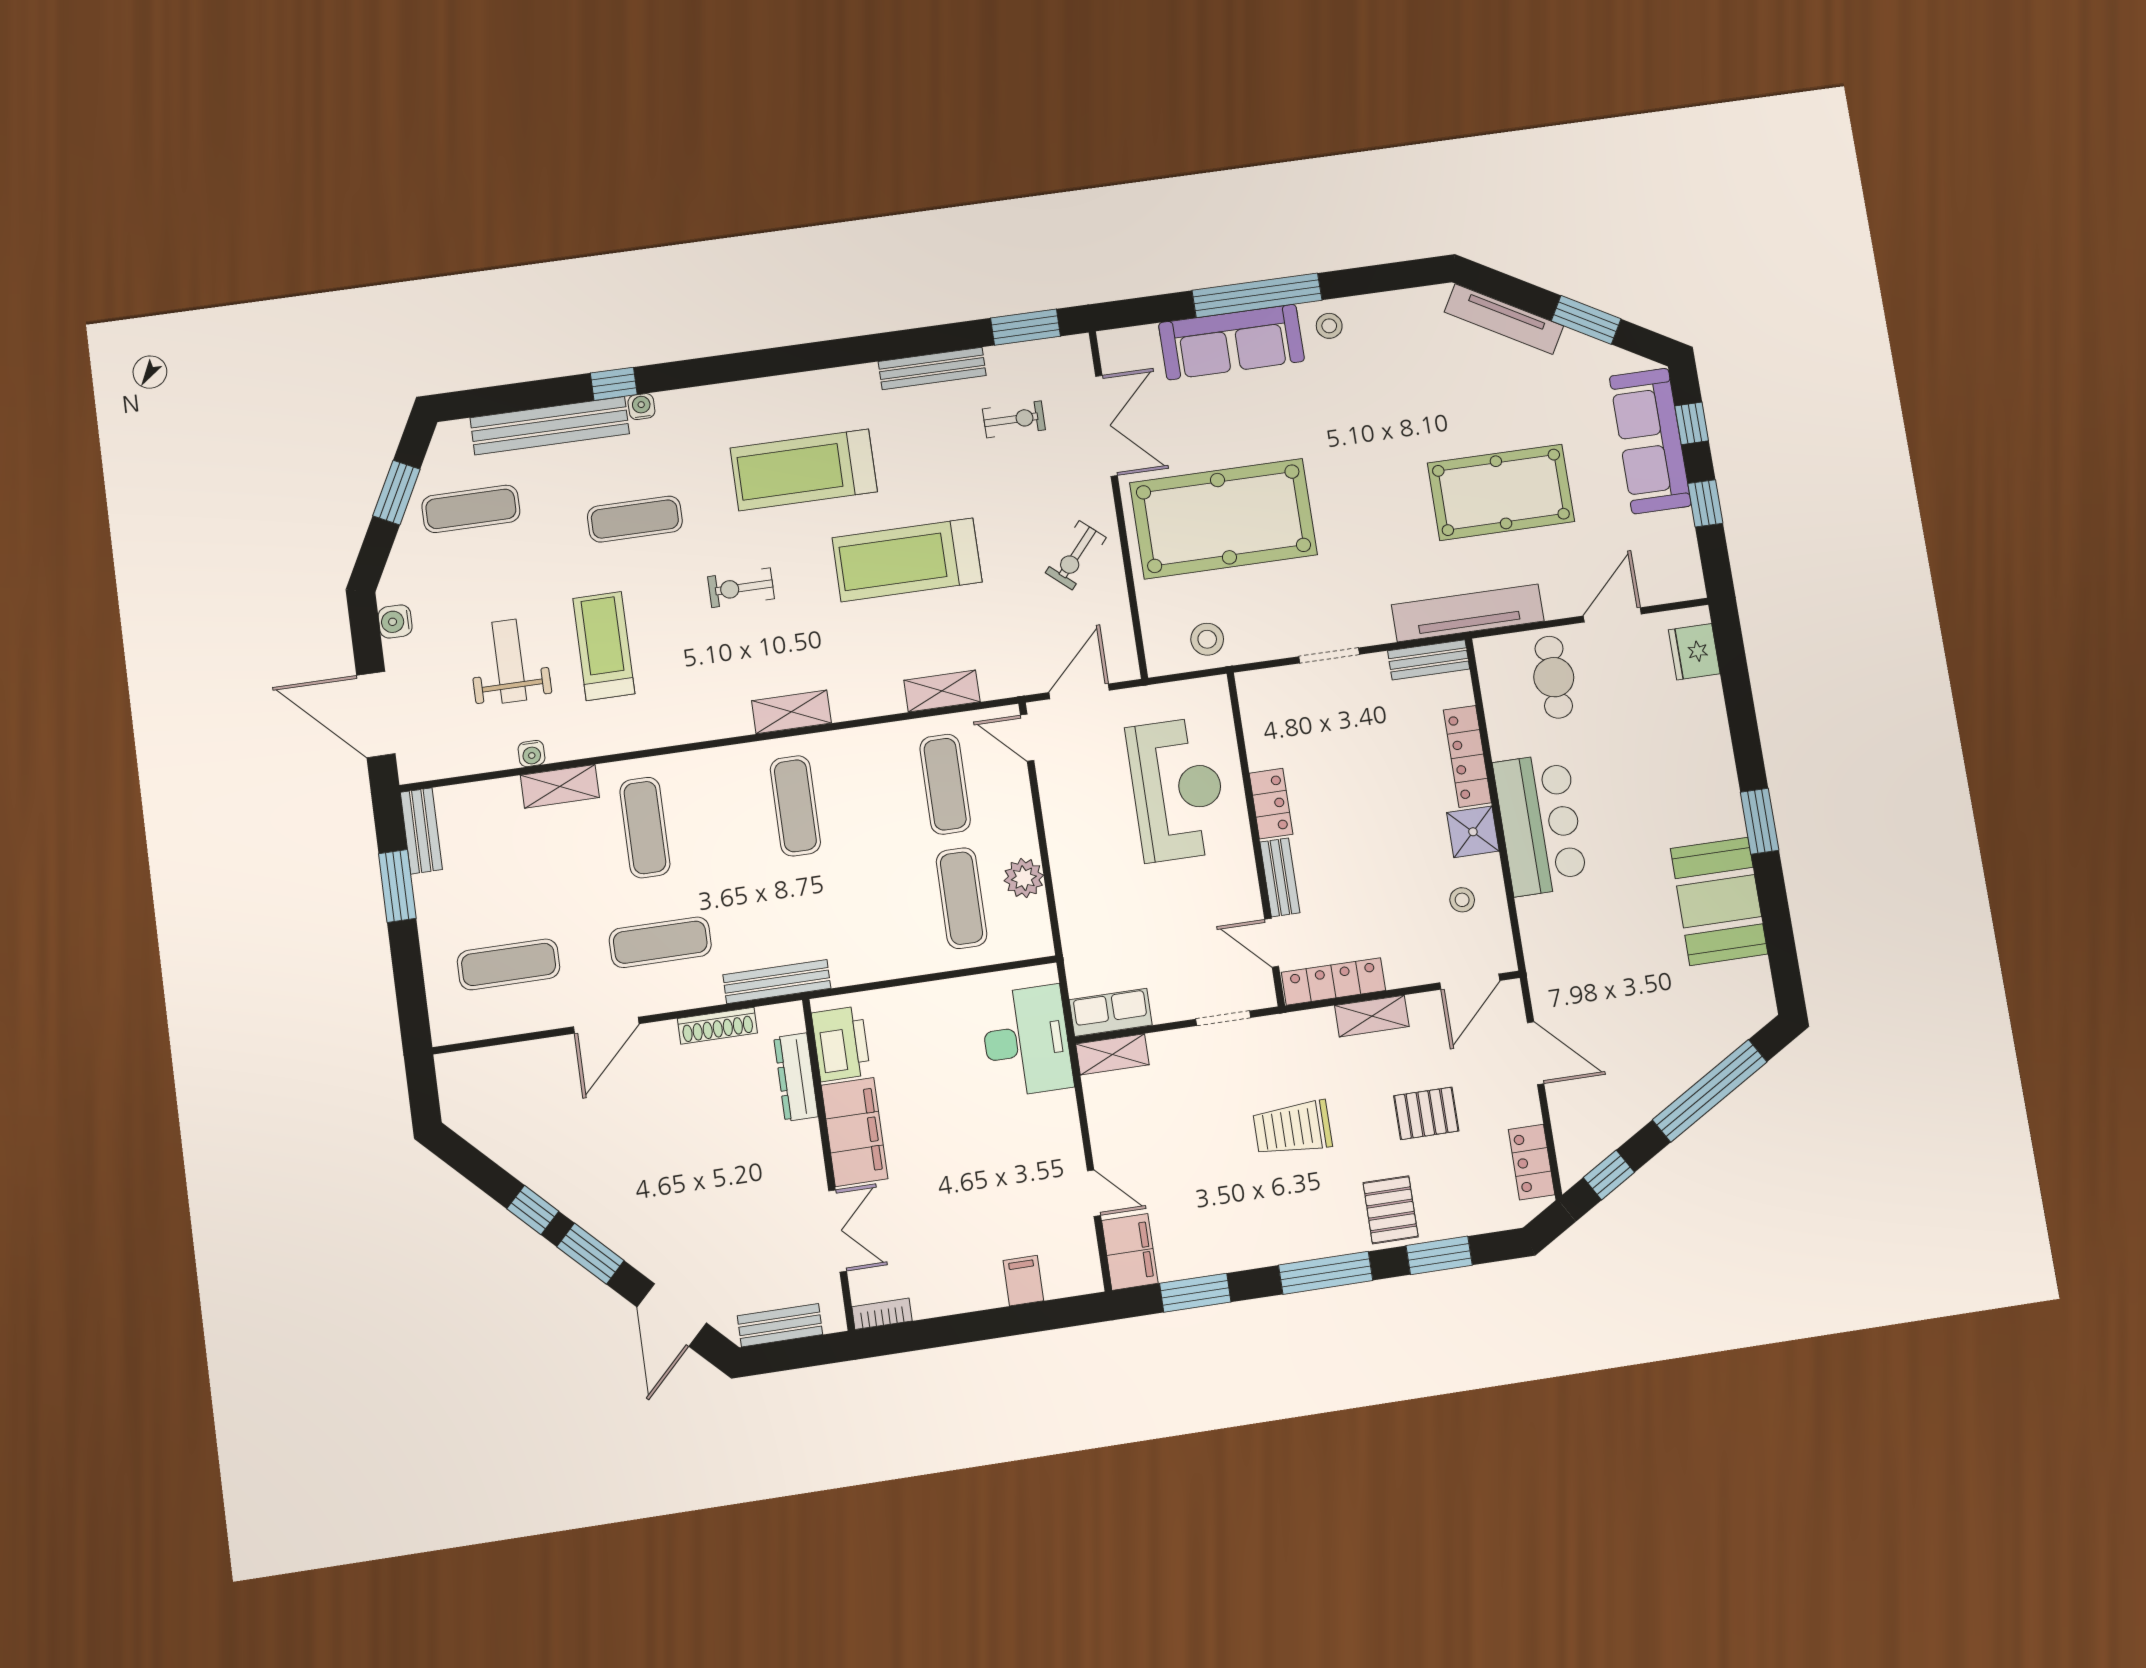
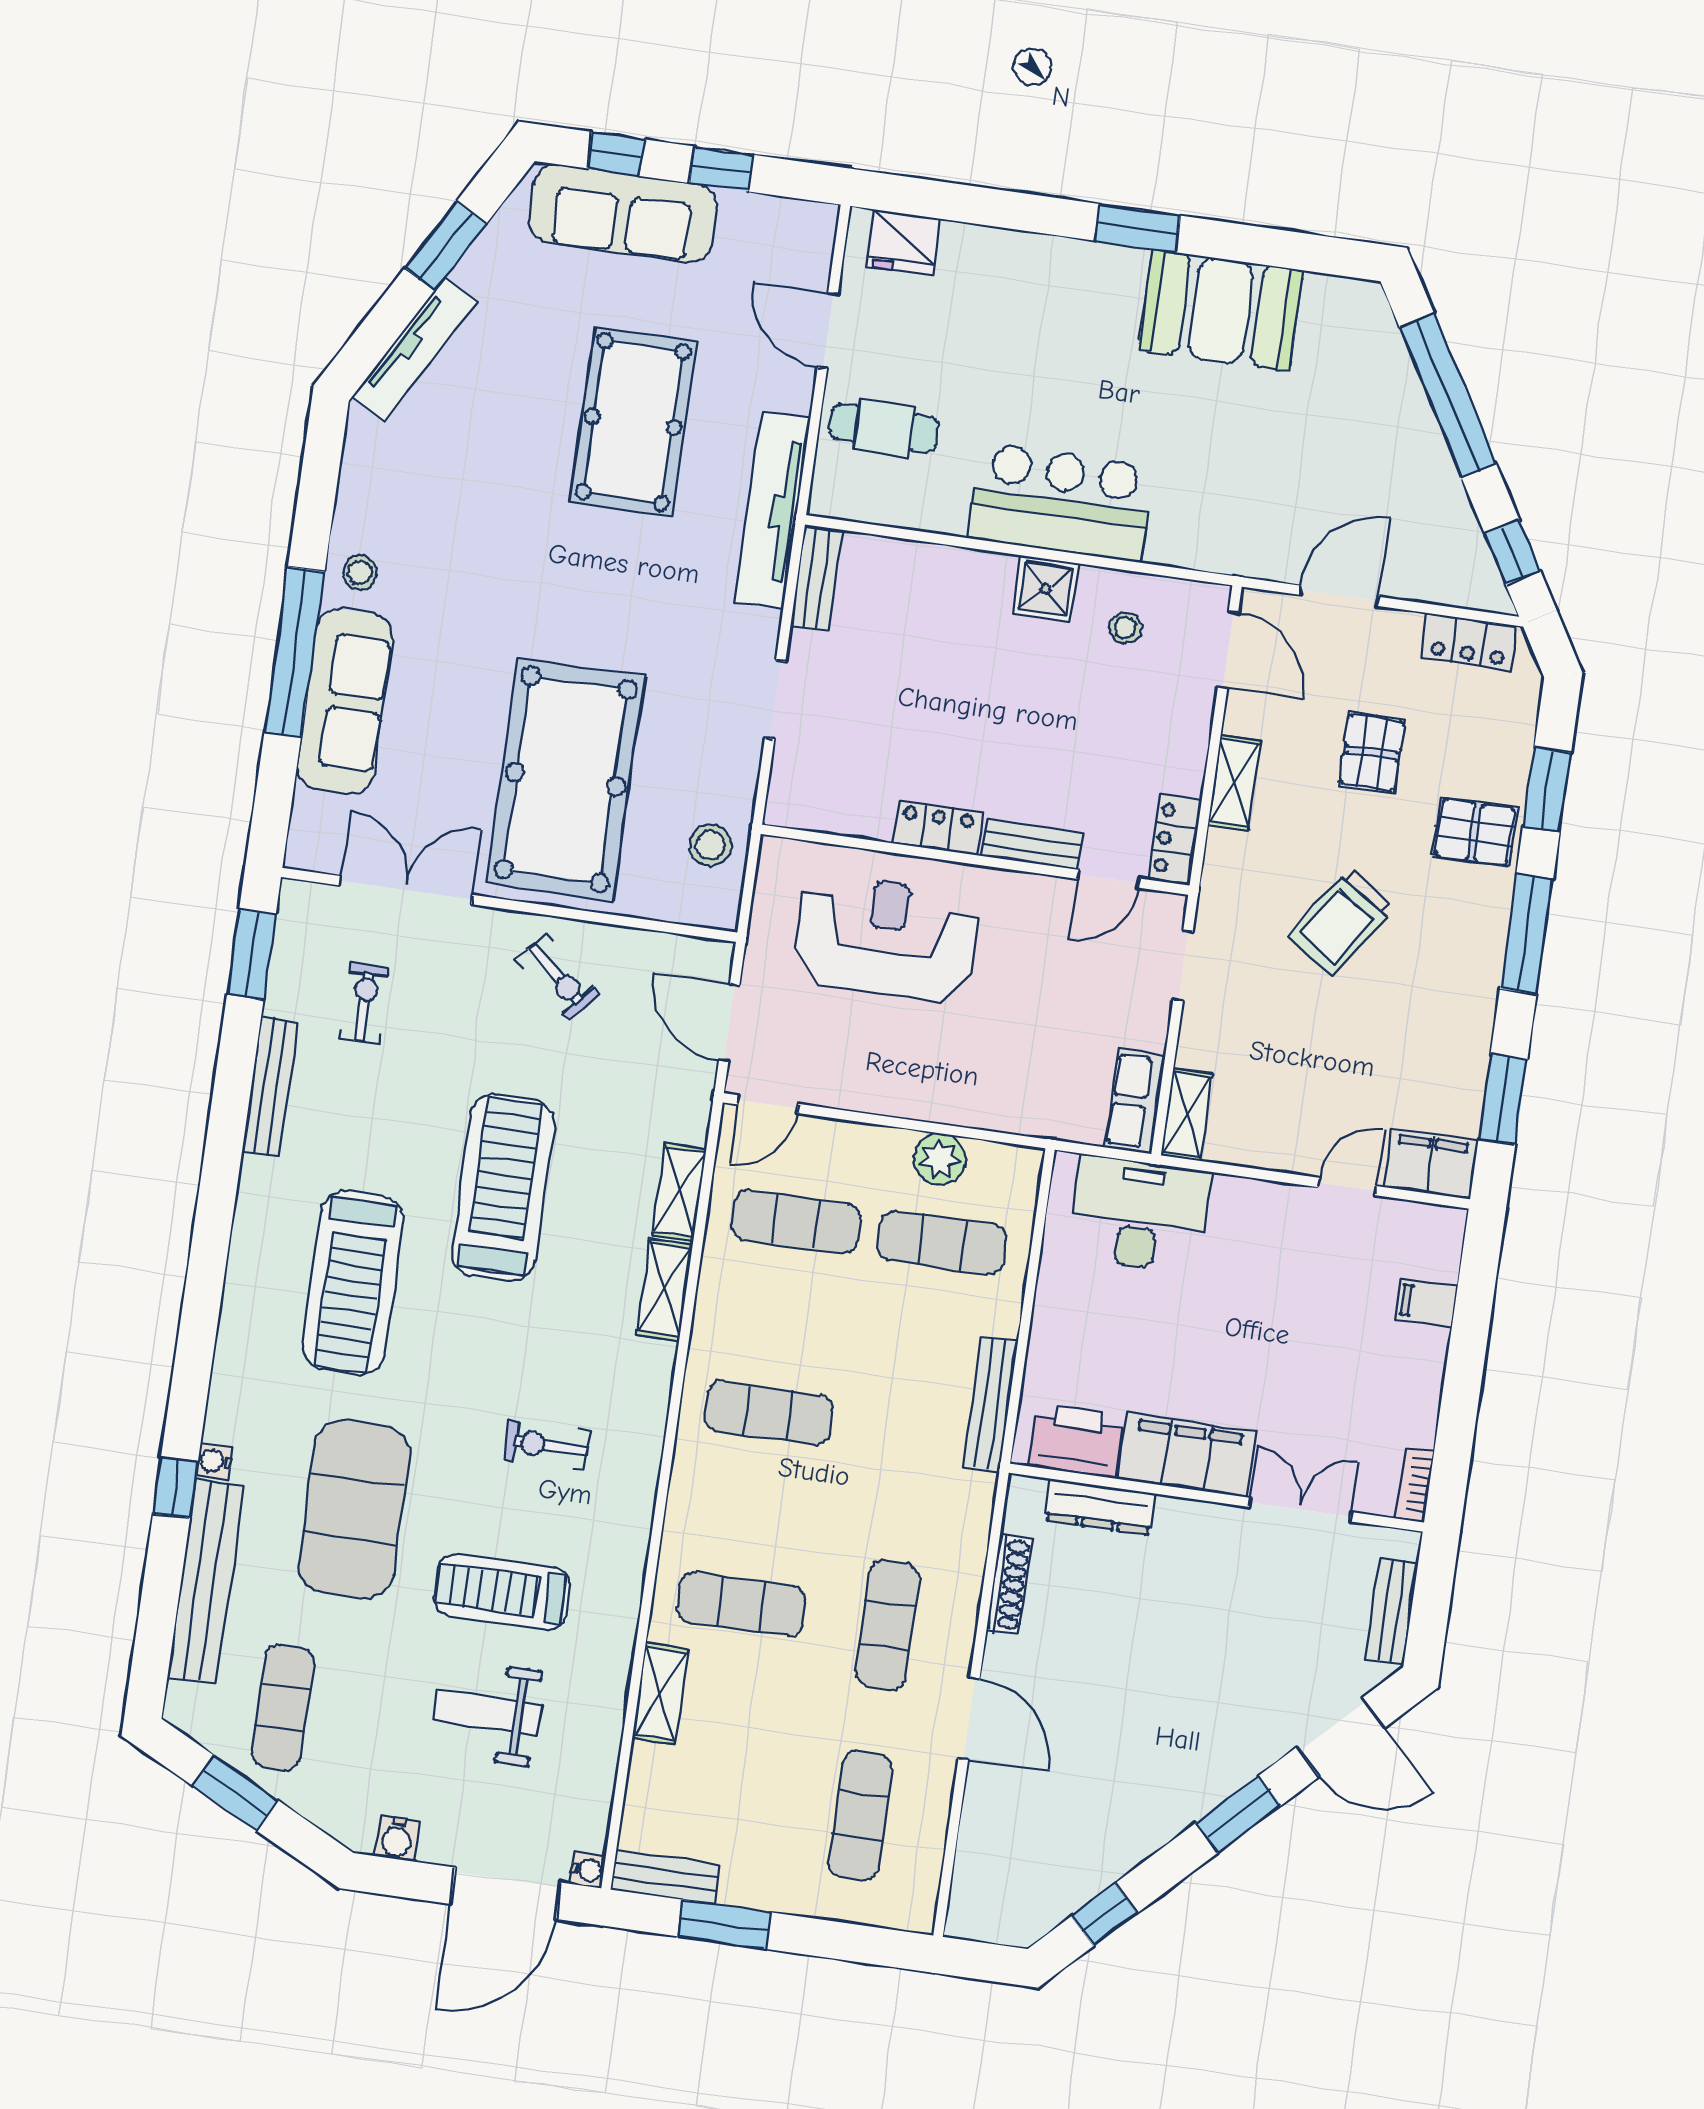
exercise mat: (635, 519) -> (354, 1509), width x2.00, depth x1.45
treadmill: (907, 560) -> (503, 1188), turned 180
exercise bike: (741, 588) -> (547, 1445), moved, turned 90
shelving: (791, 712) -> (665, 1290), moved
water cooler: (532, 754) -> (588, 1870), moved
locker: (1467, 756) -> (951, 567), removed
locker: (1333, 981) -> (1175, 839), width x0.66
bench: (777, 982) -> (990, 1404), moved
trolley: (1292, 1128) -> (1341, 922), turned 34
window: (533, 1210) -> (1104, 1915), moved

